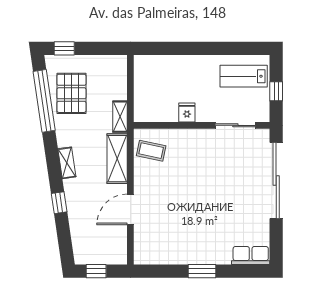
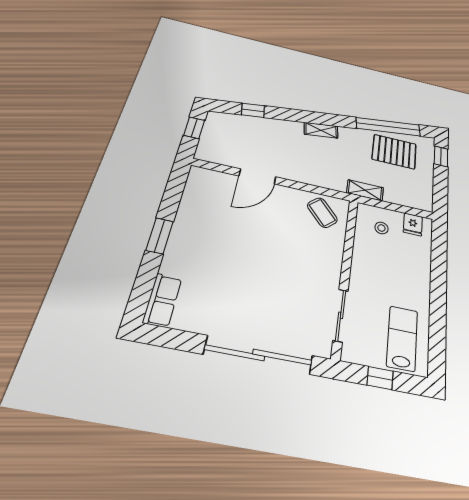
stool: (153, 99) -> (381, 228), added
fridge: (187, 113) -> (413, 224), moved, turned 90
coffee table: (151, 151) -> (322, 213), turned -54
shelving: (117, 159) -> (318, 177), removed
window: (59, 203) -> (253, 110), moved
door: (130, 209) -> (257, 176), swing flipped

